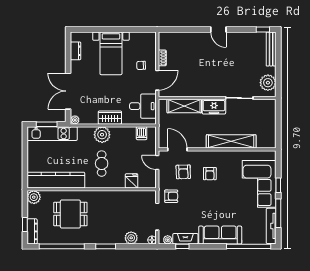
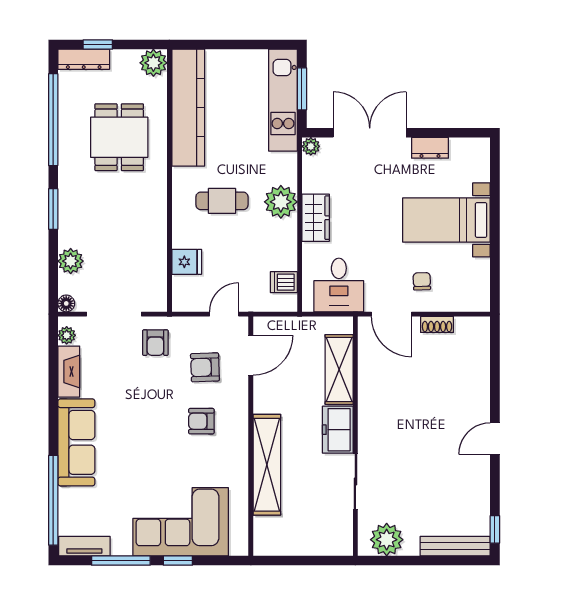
dresser: (76, 51) -> (430, 148), moved
tv unit: (271, 226) -> (84, 546), width x0.71
window: (182, 246) -> (53, 365), removed

